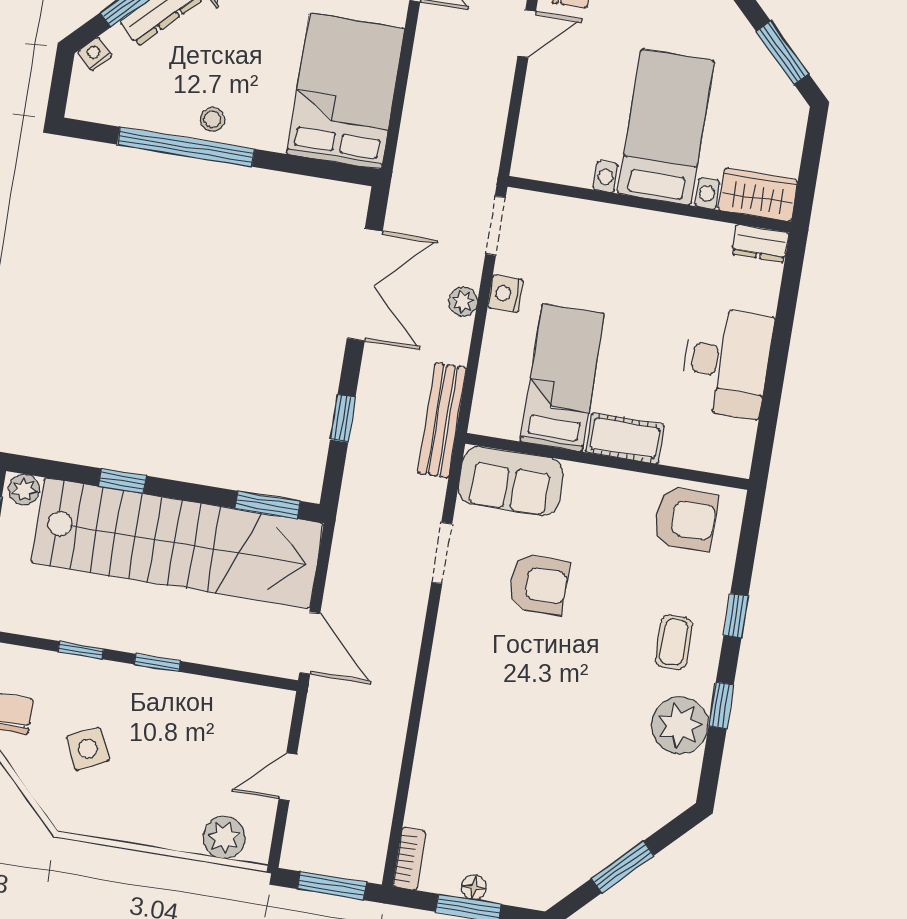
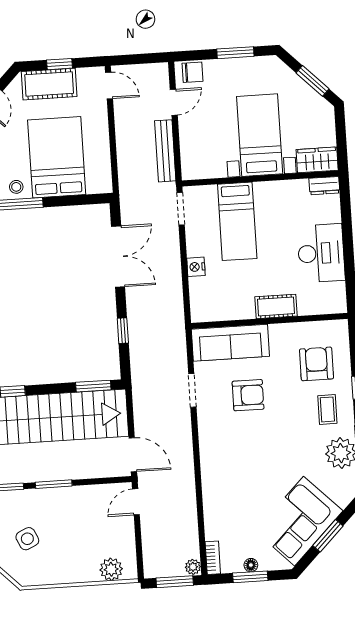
bed: (346, 91) -> (57, 157), moved
nightstand: (506, 294) -> (196, 267), moved
plant: (463, 302) -> (193, 567), moved
bed: (562, 378) -> (237, 221), moved, turned 180
bench: (442, 420) -> (165, 151), moved
sofa: (511, 481) -> (230, 343), width x1.36
armchair: (685, 519) -> (317, 364), moved, turned -90
window: (157, 663) -> (54, 484), width x1.50
door: (288, 777) -> (136, 502), moved
corner sofa: (578, 829) -> (299, 521), added

